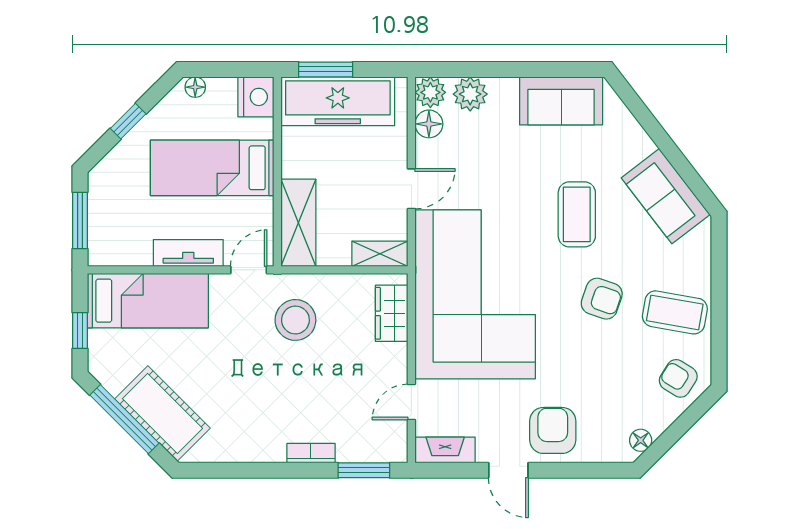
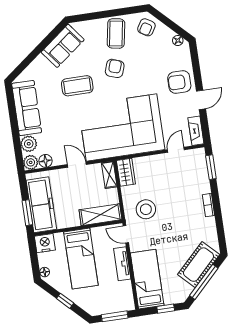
sofa: (561, 101) -> (27, 108), width x1.36
wardrobe: (392, 313) -> (126, 172), moved, turned -90
door: (411, 402) -> (176, 150), swing flipped
bookcase: (311, 453) -> (209, 205), moved

